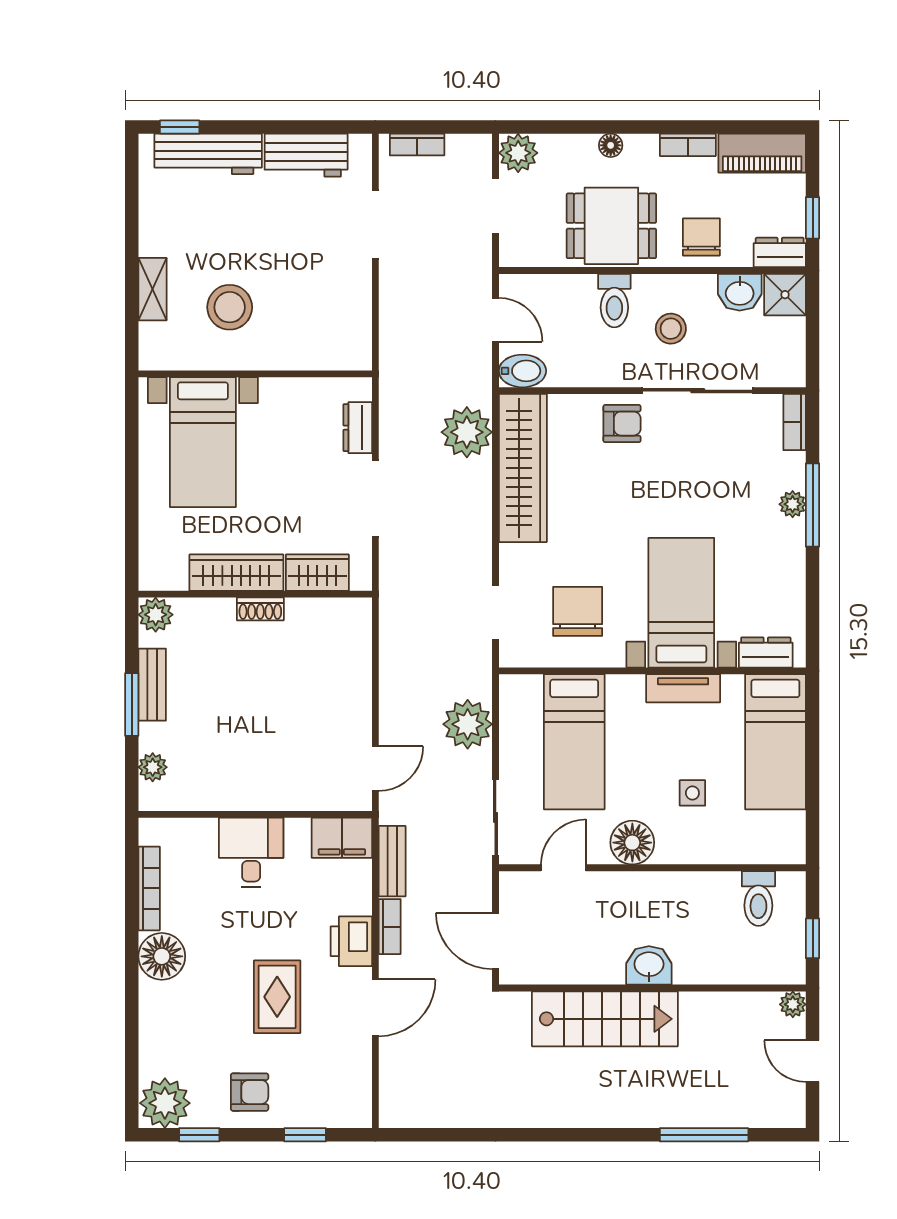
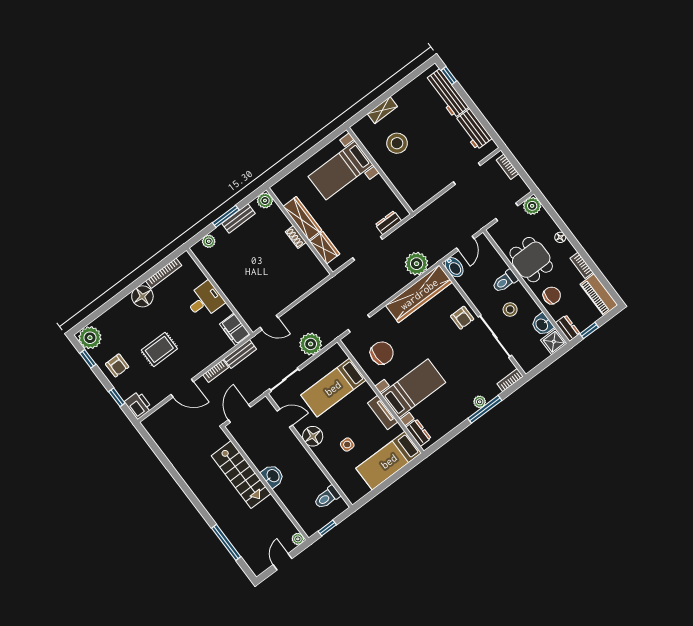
printer: (351, 941) -> (138, 405), moved, turned 90

